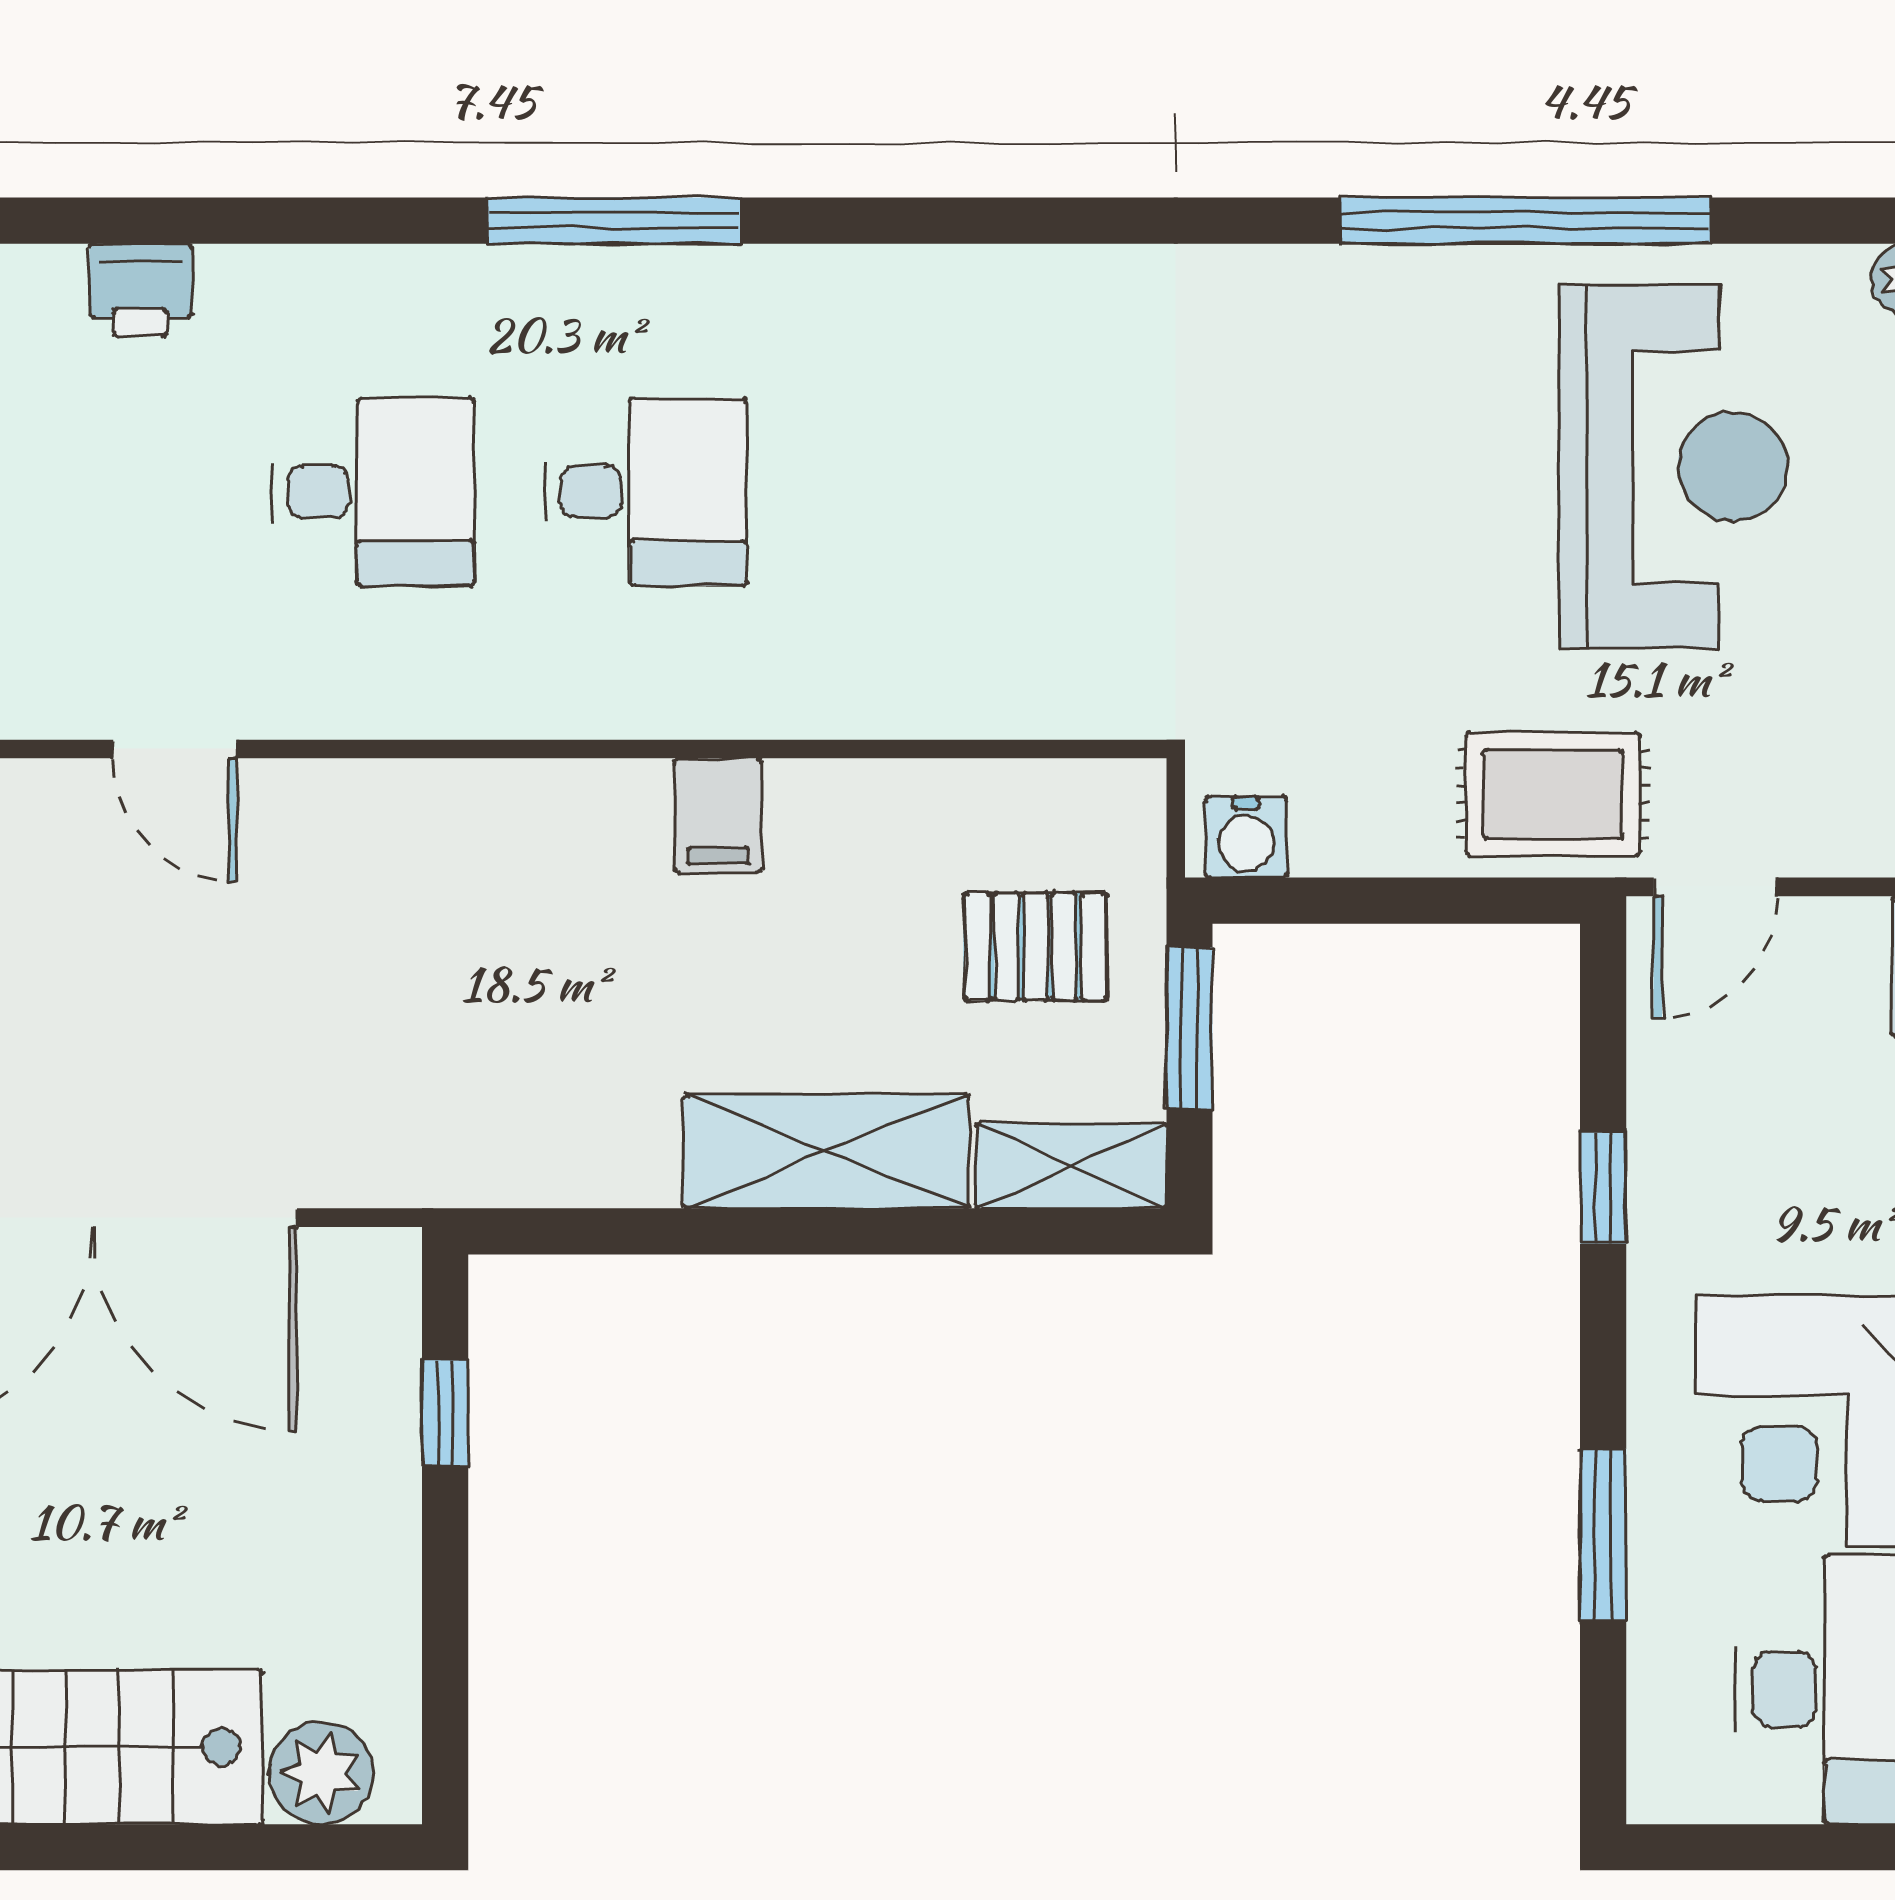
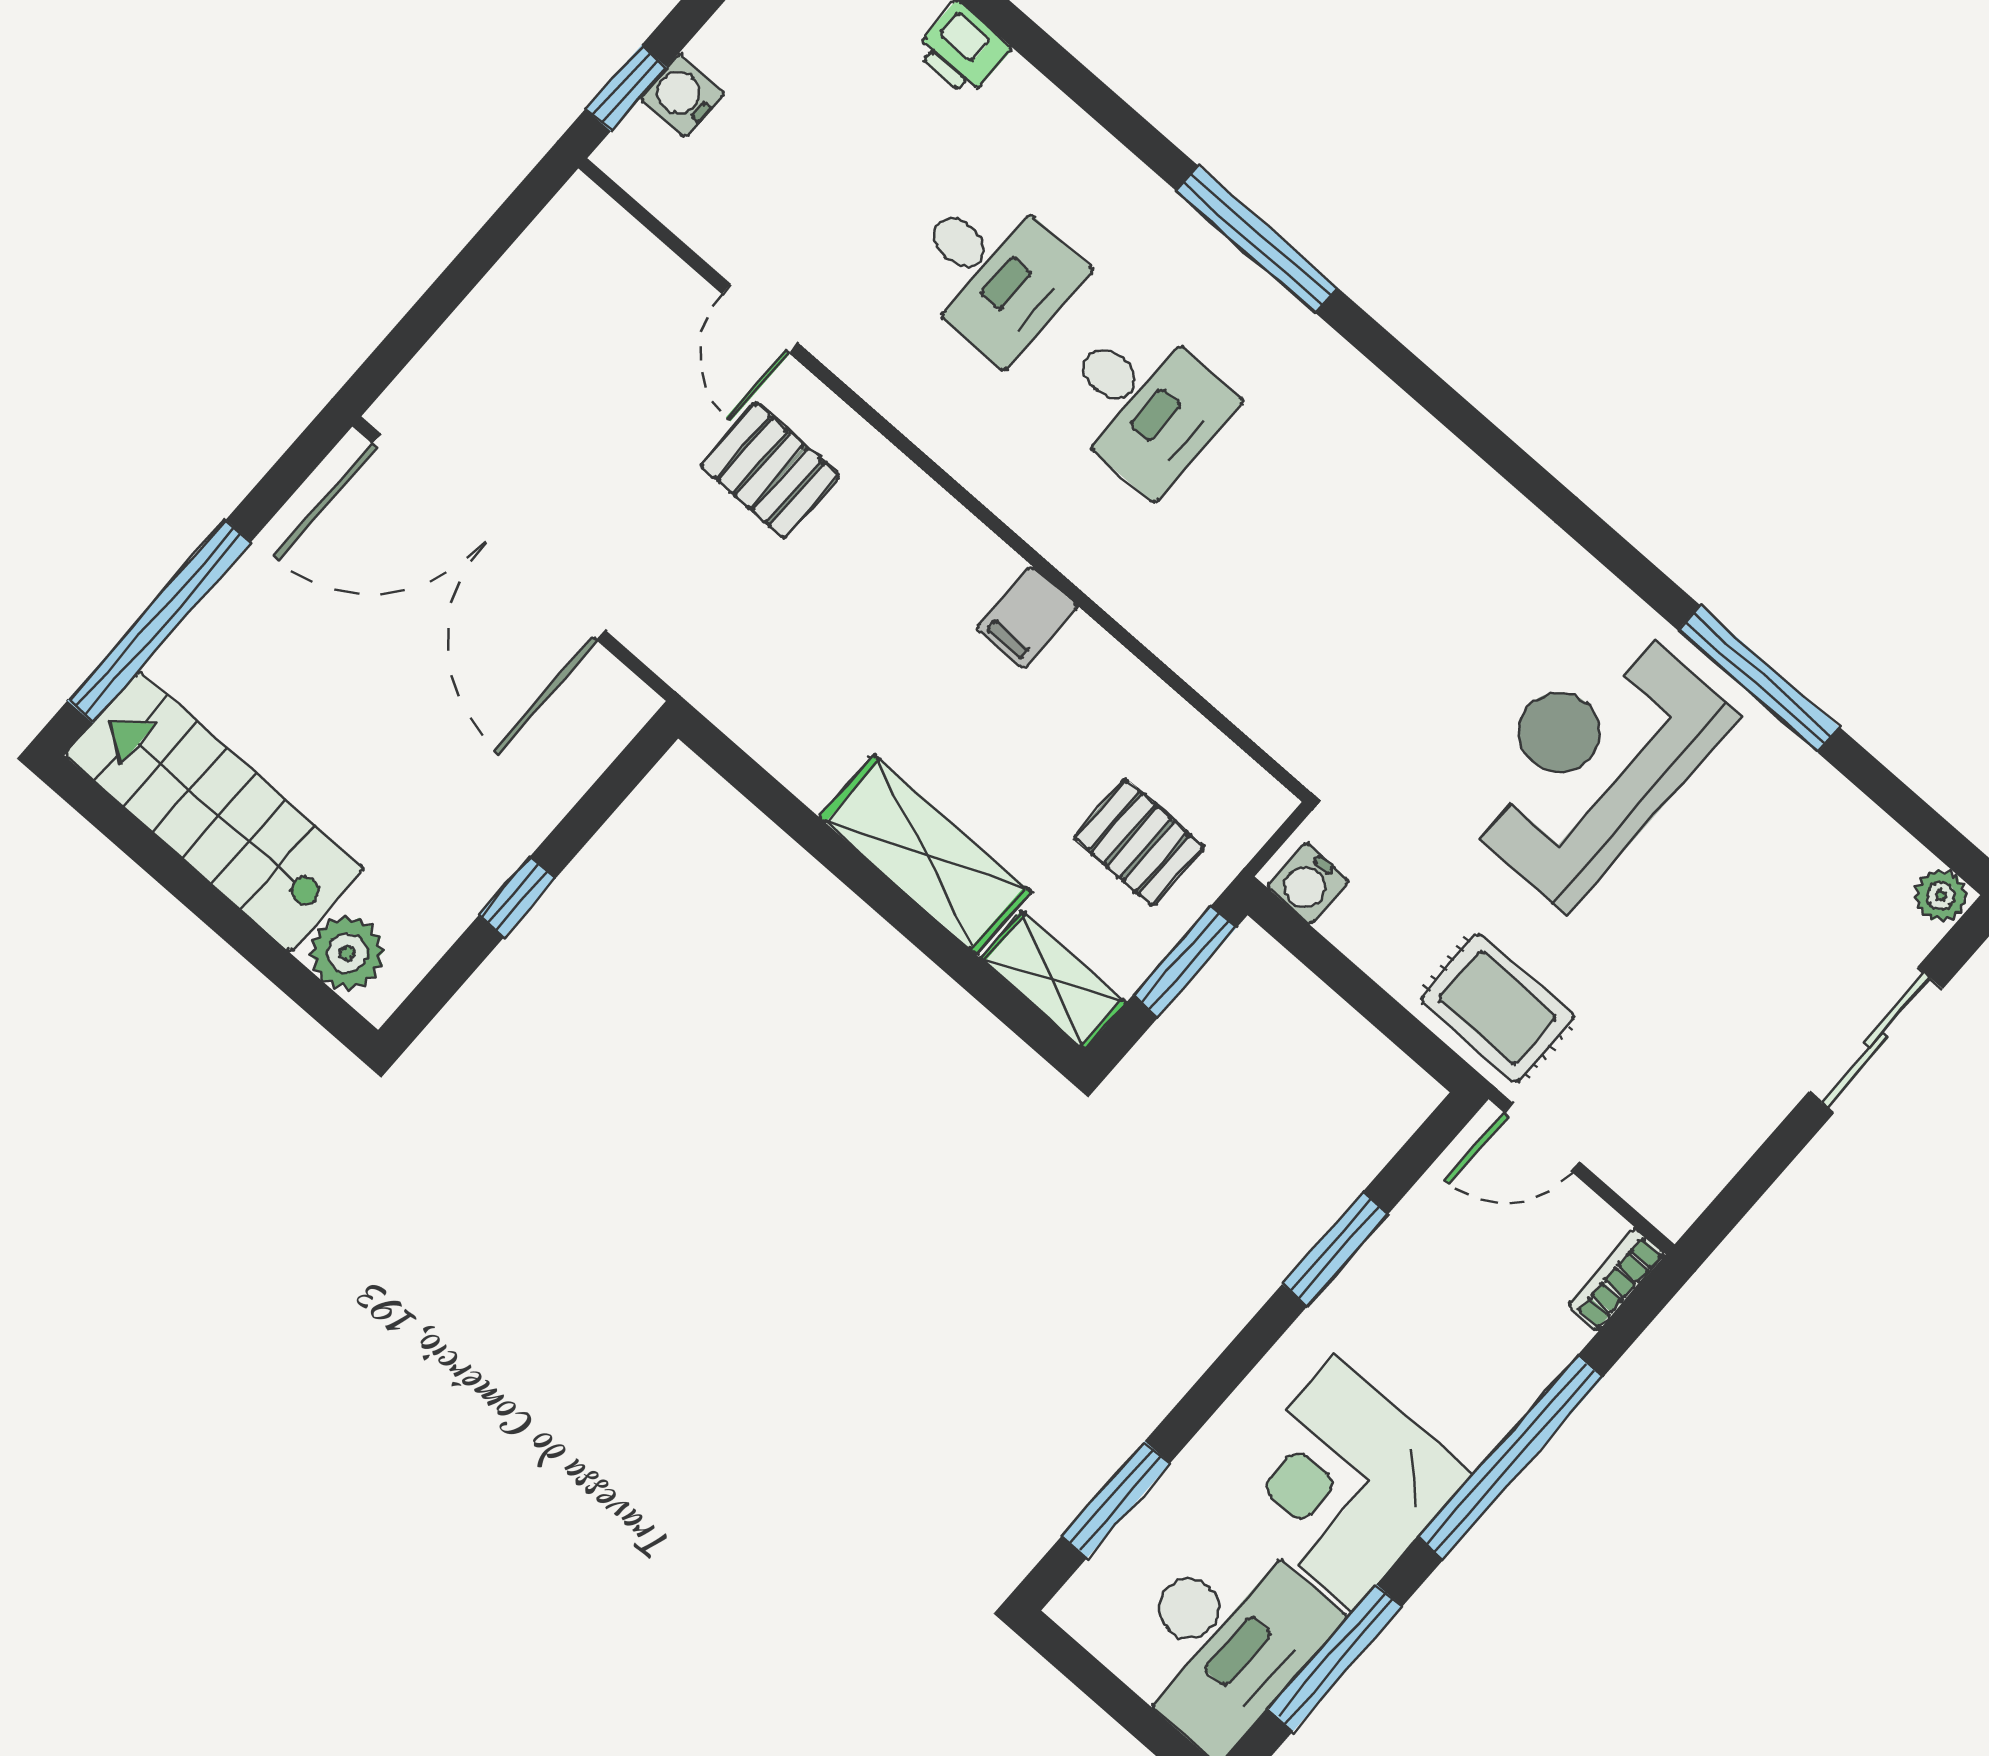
window: (1525, 221) -> (1759, 679), width x0.68
reception desk: (1673, 467) -> (1592, 761), moved, turned 180
pallet: (321, 897) -> (770, 470), added
window: (1603, 1188) -> (1335, 1249), width x1.50
window: (445, 1413) -> (517, 897), moved
window: (1603, 1535) -> (1116, 1500), moved

